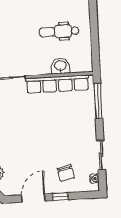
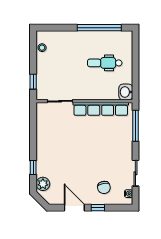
washbasin: (60, 66) -> (126, 92), moved, turned -90
door: (33, 198) -> (74, 208), hinge flipped

